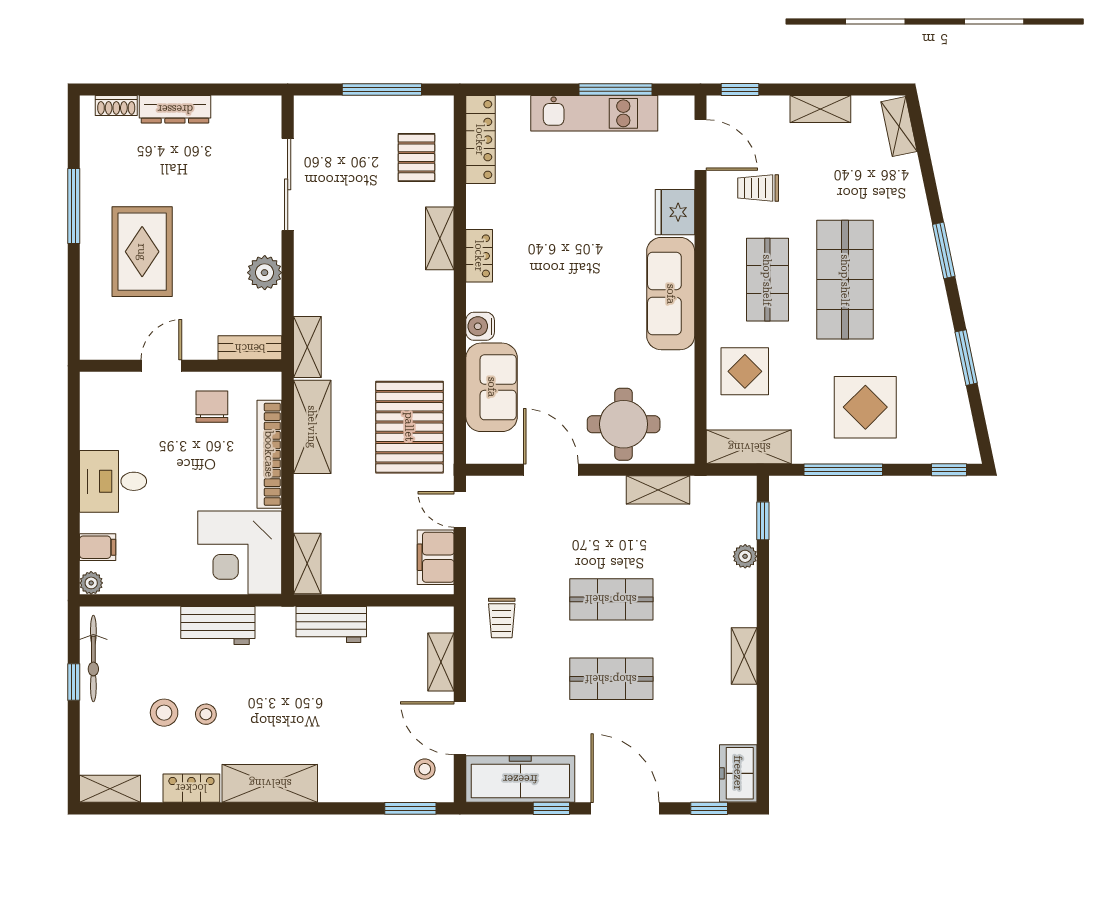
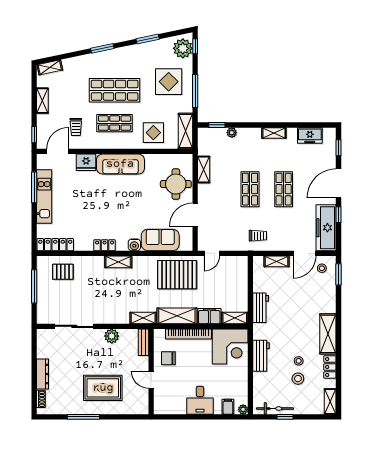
shelving: (440, 238) -> (118, 262), moved
plant: (944, 441) -> (183, 48), added
filing cabinet: (436, 557) -> (209, 316), moved, turned 180
freezer: (738, 773) -> (310, 135), moved

